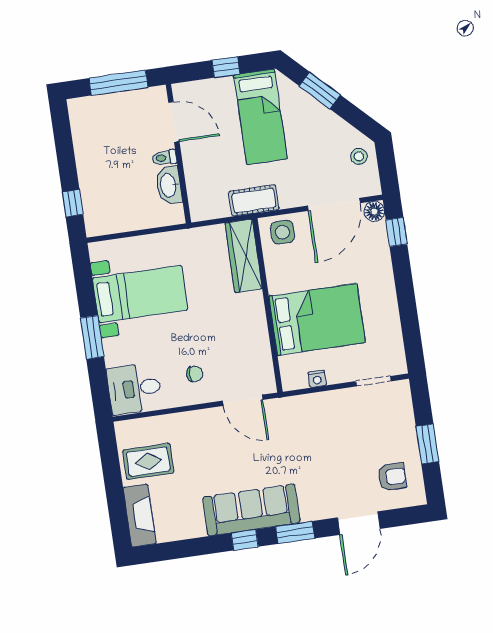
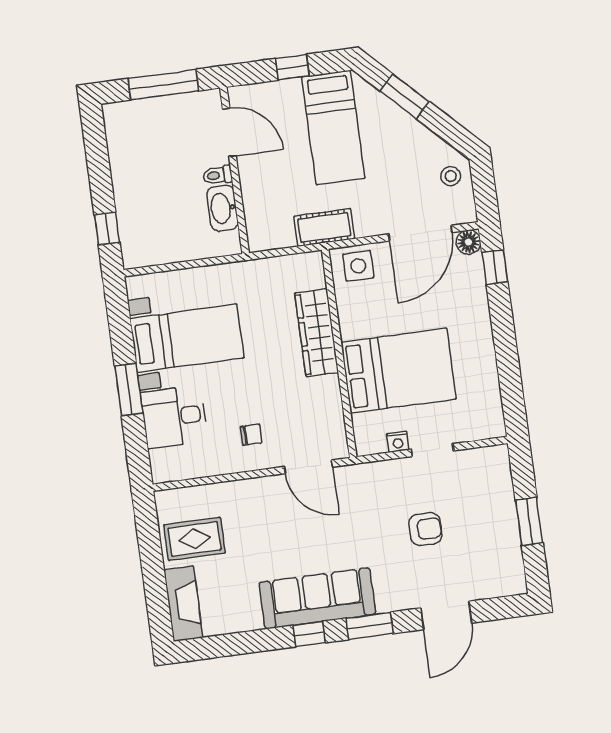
wardrobe: (244, 256) -> (317, 333), moved
doorway: (373, 381) -> (432, 450), moved
desk: (134, 389) -> (174, 417), moved
armchair: (392, 477) -> (425, 529), moved

